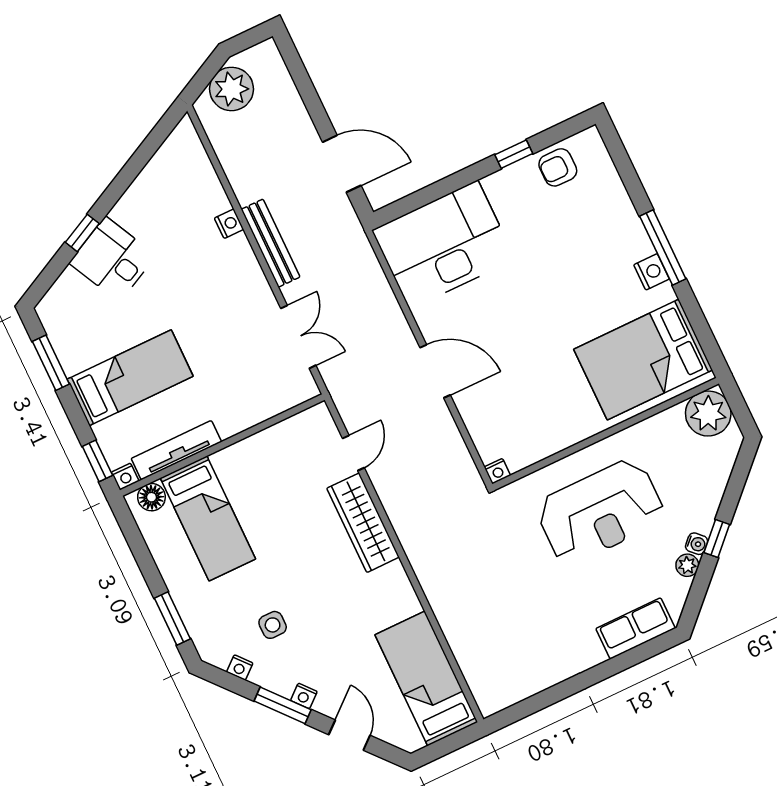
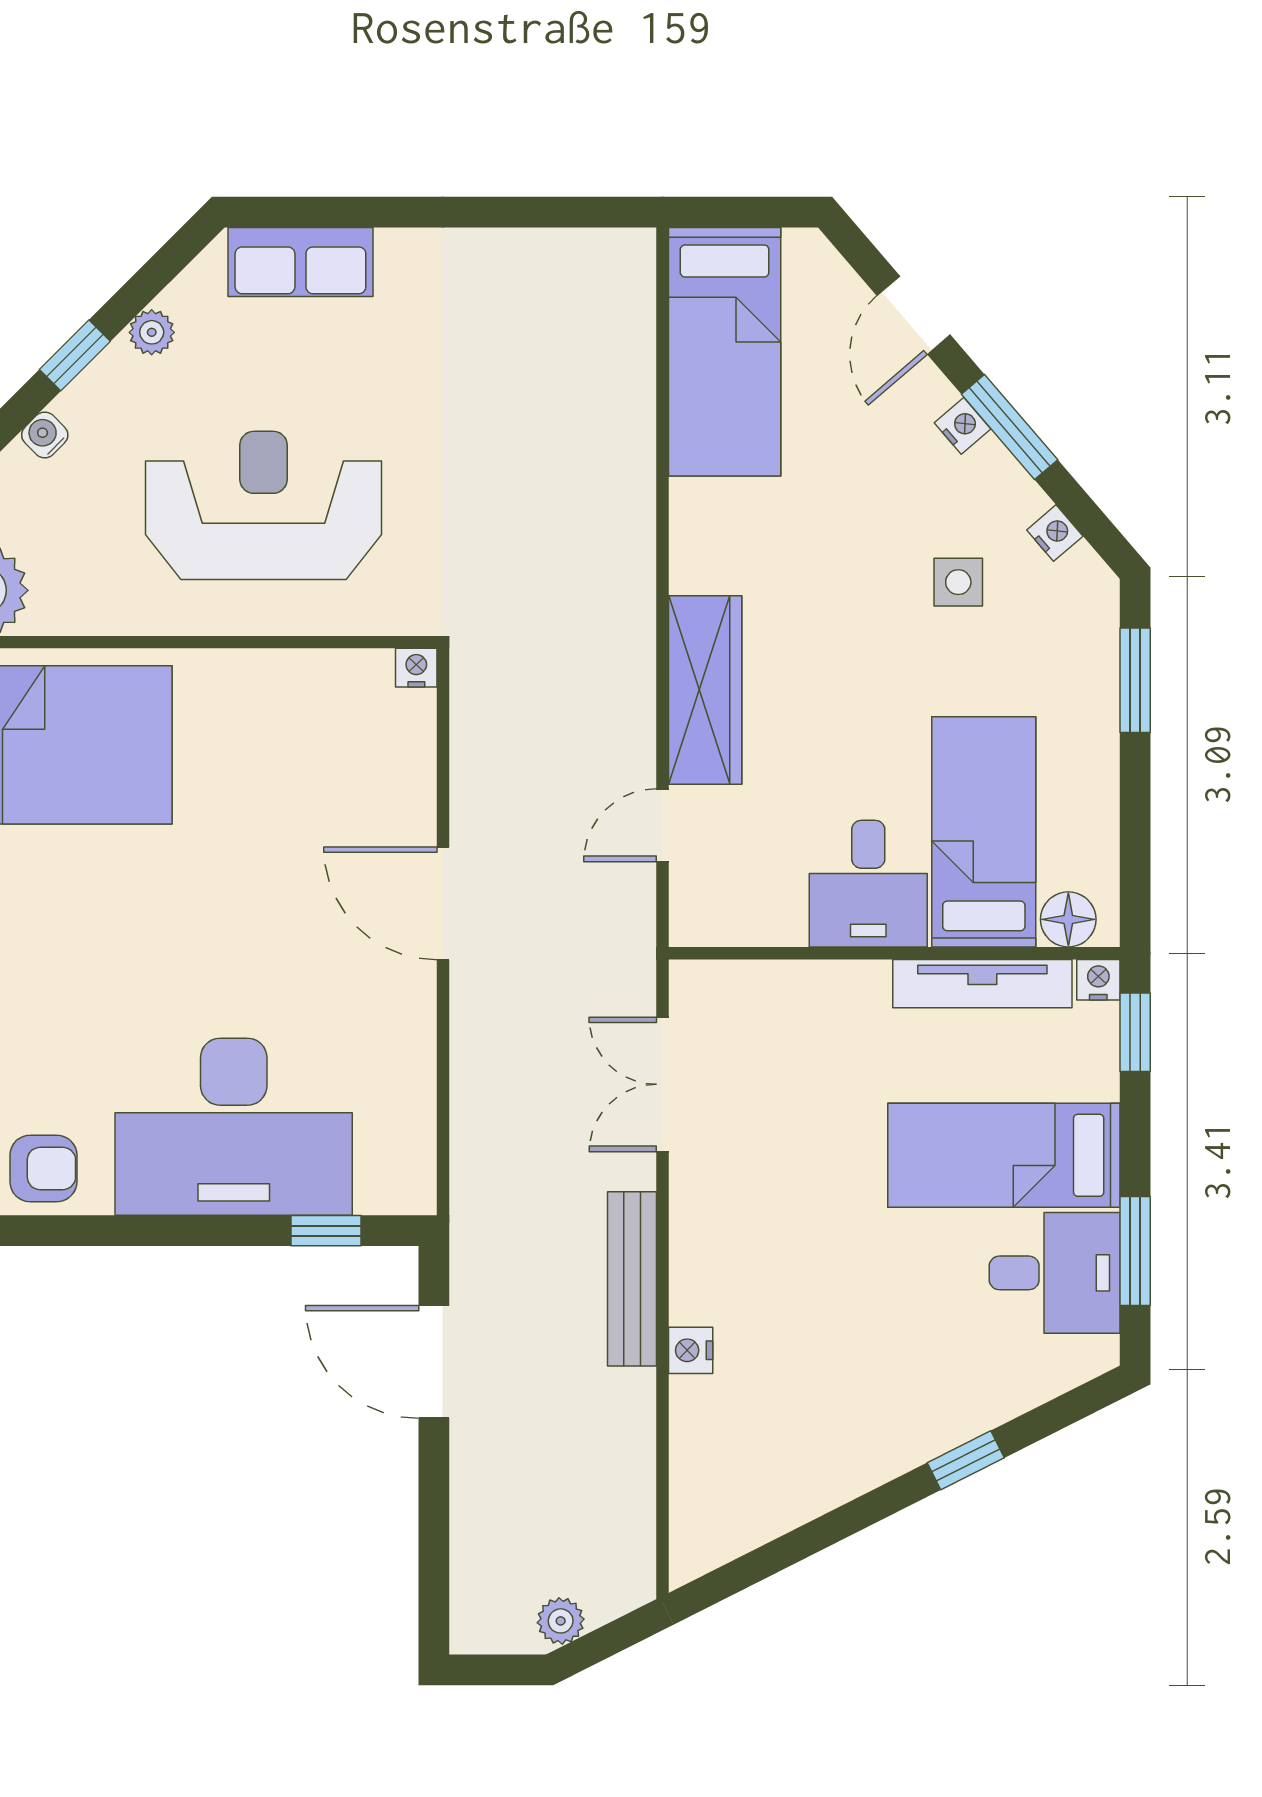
plant: (231, 89) -> (561, 1621), width x0.53, depth x0.53
window: (514, 154) -> (326, 1231), moved
desk: (443, 245) -> (234, 1127), moved
desk: (113, 259) -> (1055, 1273), moved, turned -63
desk: (249, 471) -> (868, 884), added
water cooler: (697, 544) -> (45, 435), moved

